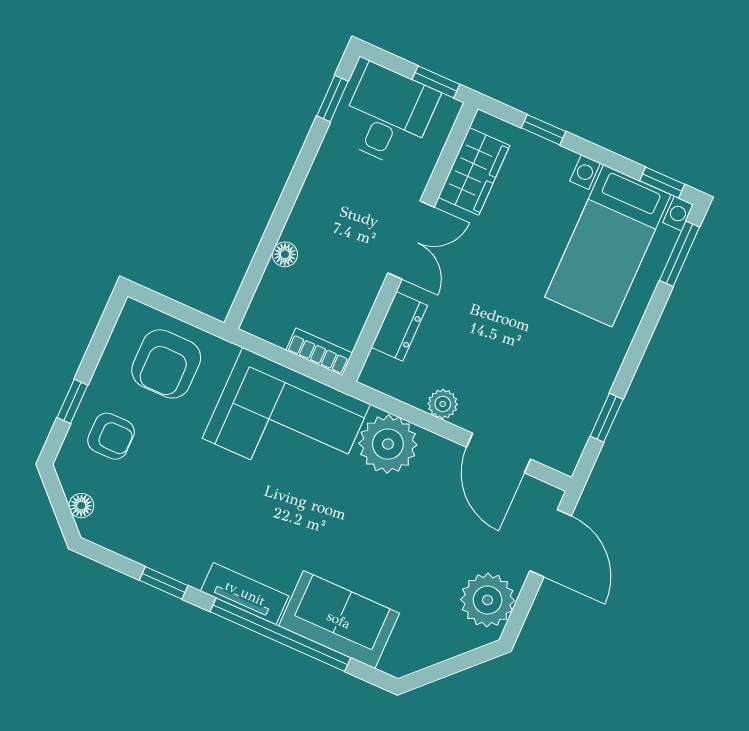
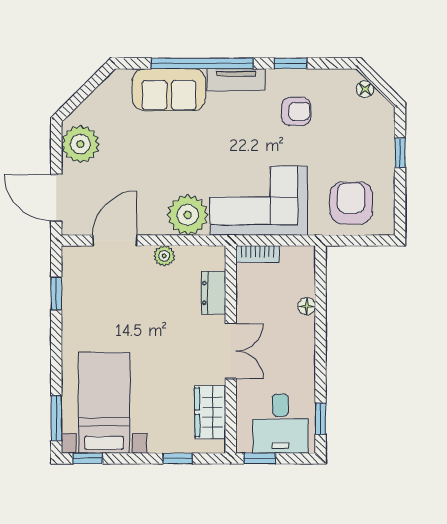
double door: (411, 240) -> (231, 351), swing flipped
armchair: (111, 436) -> (296, 111), moved, turned 180
door: (498, 453) -> (115, 240), hinge flipped

